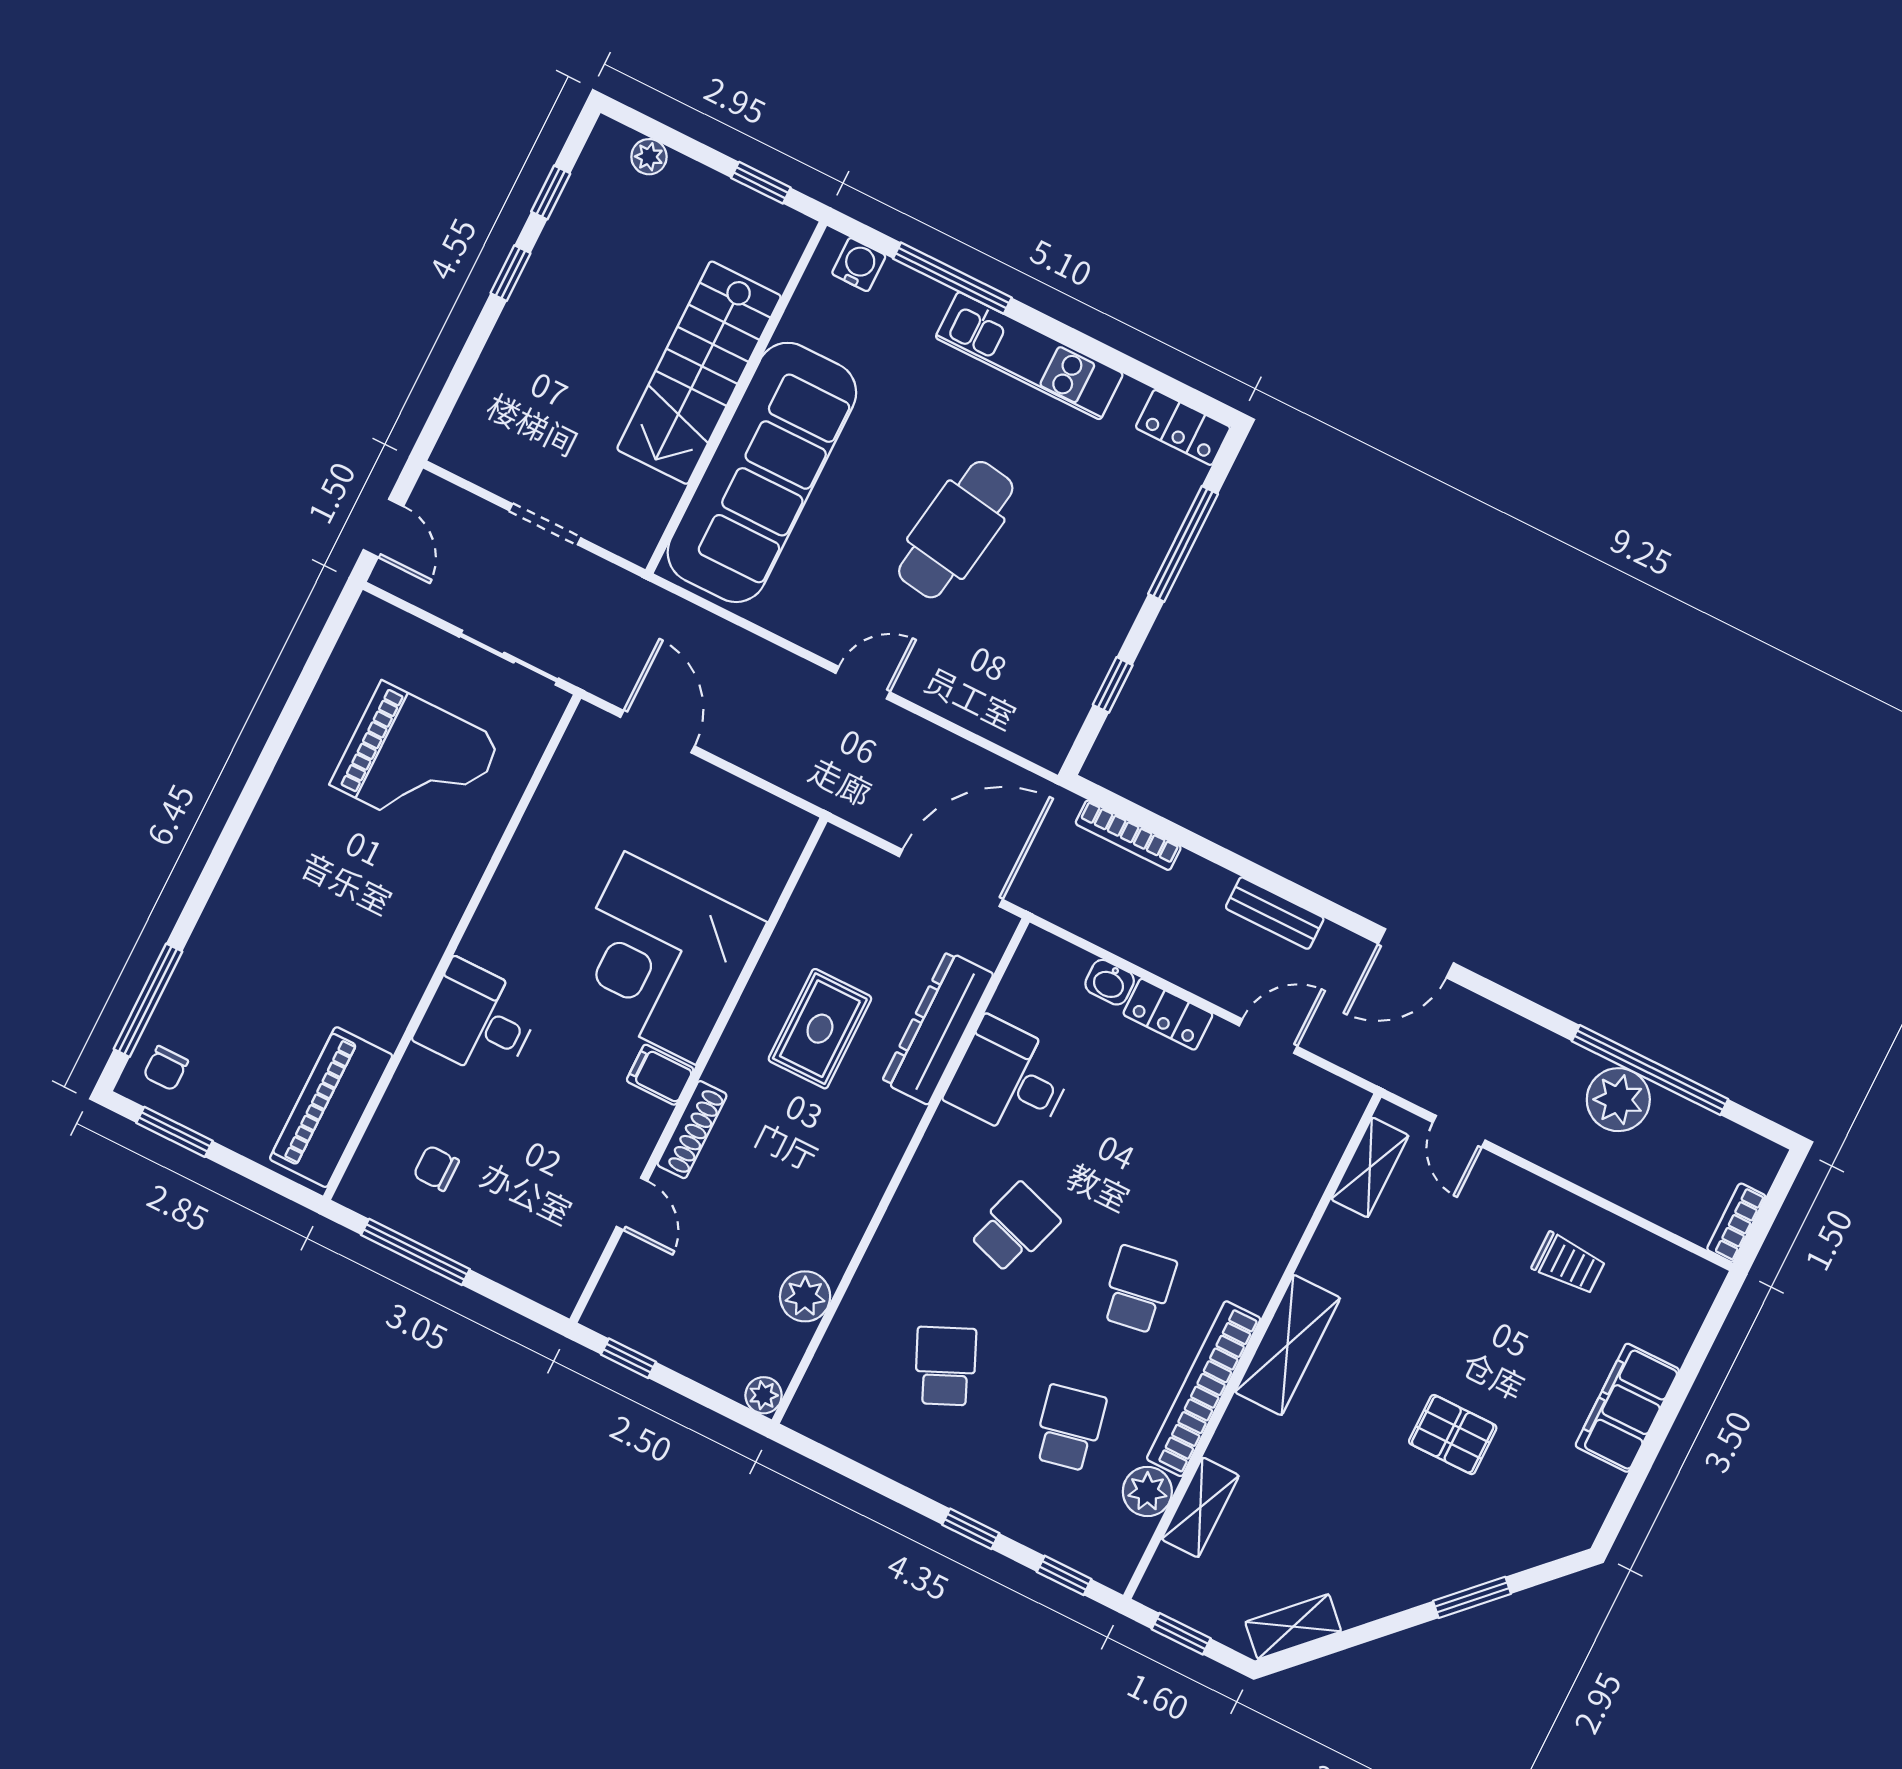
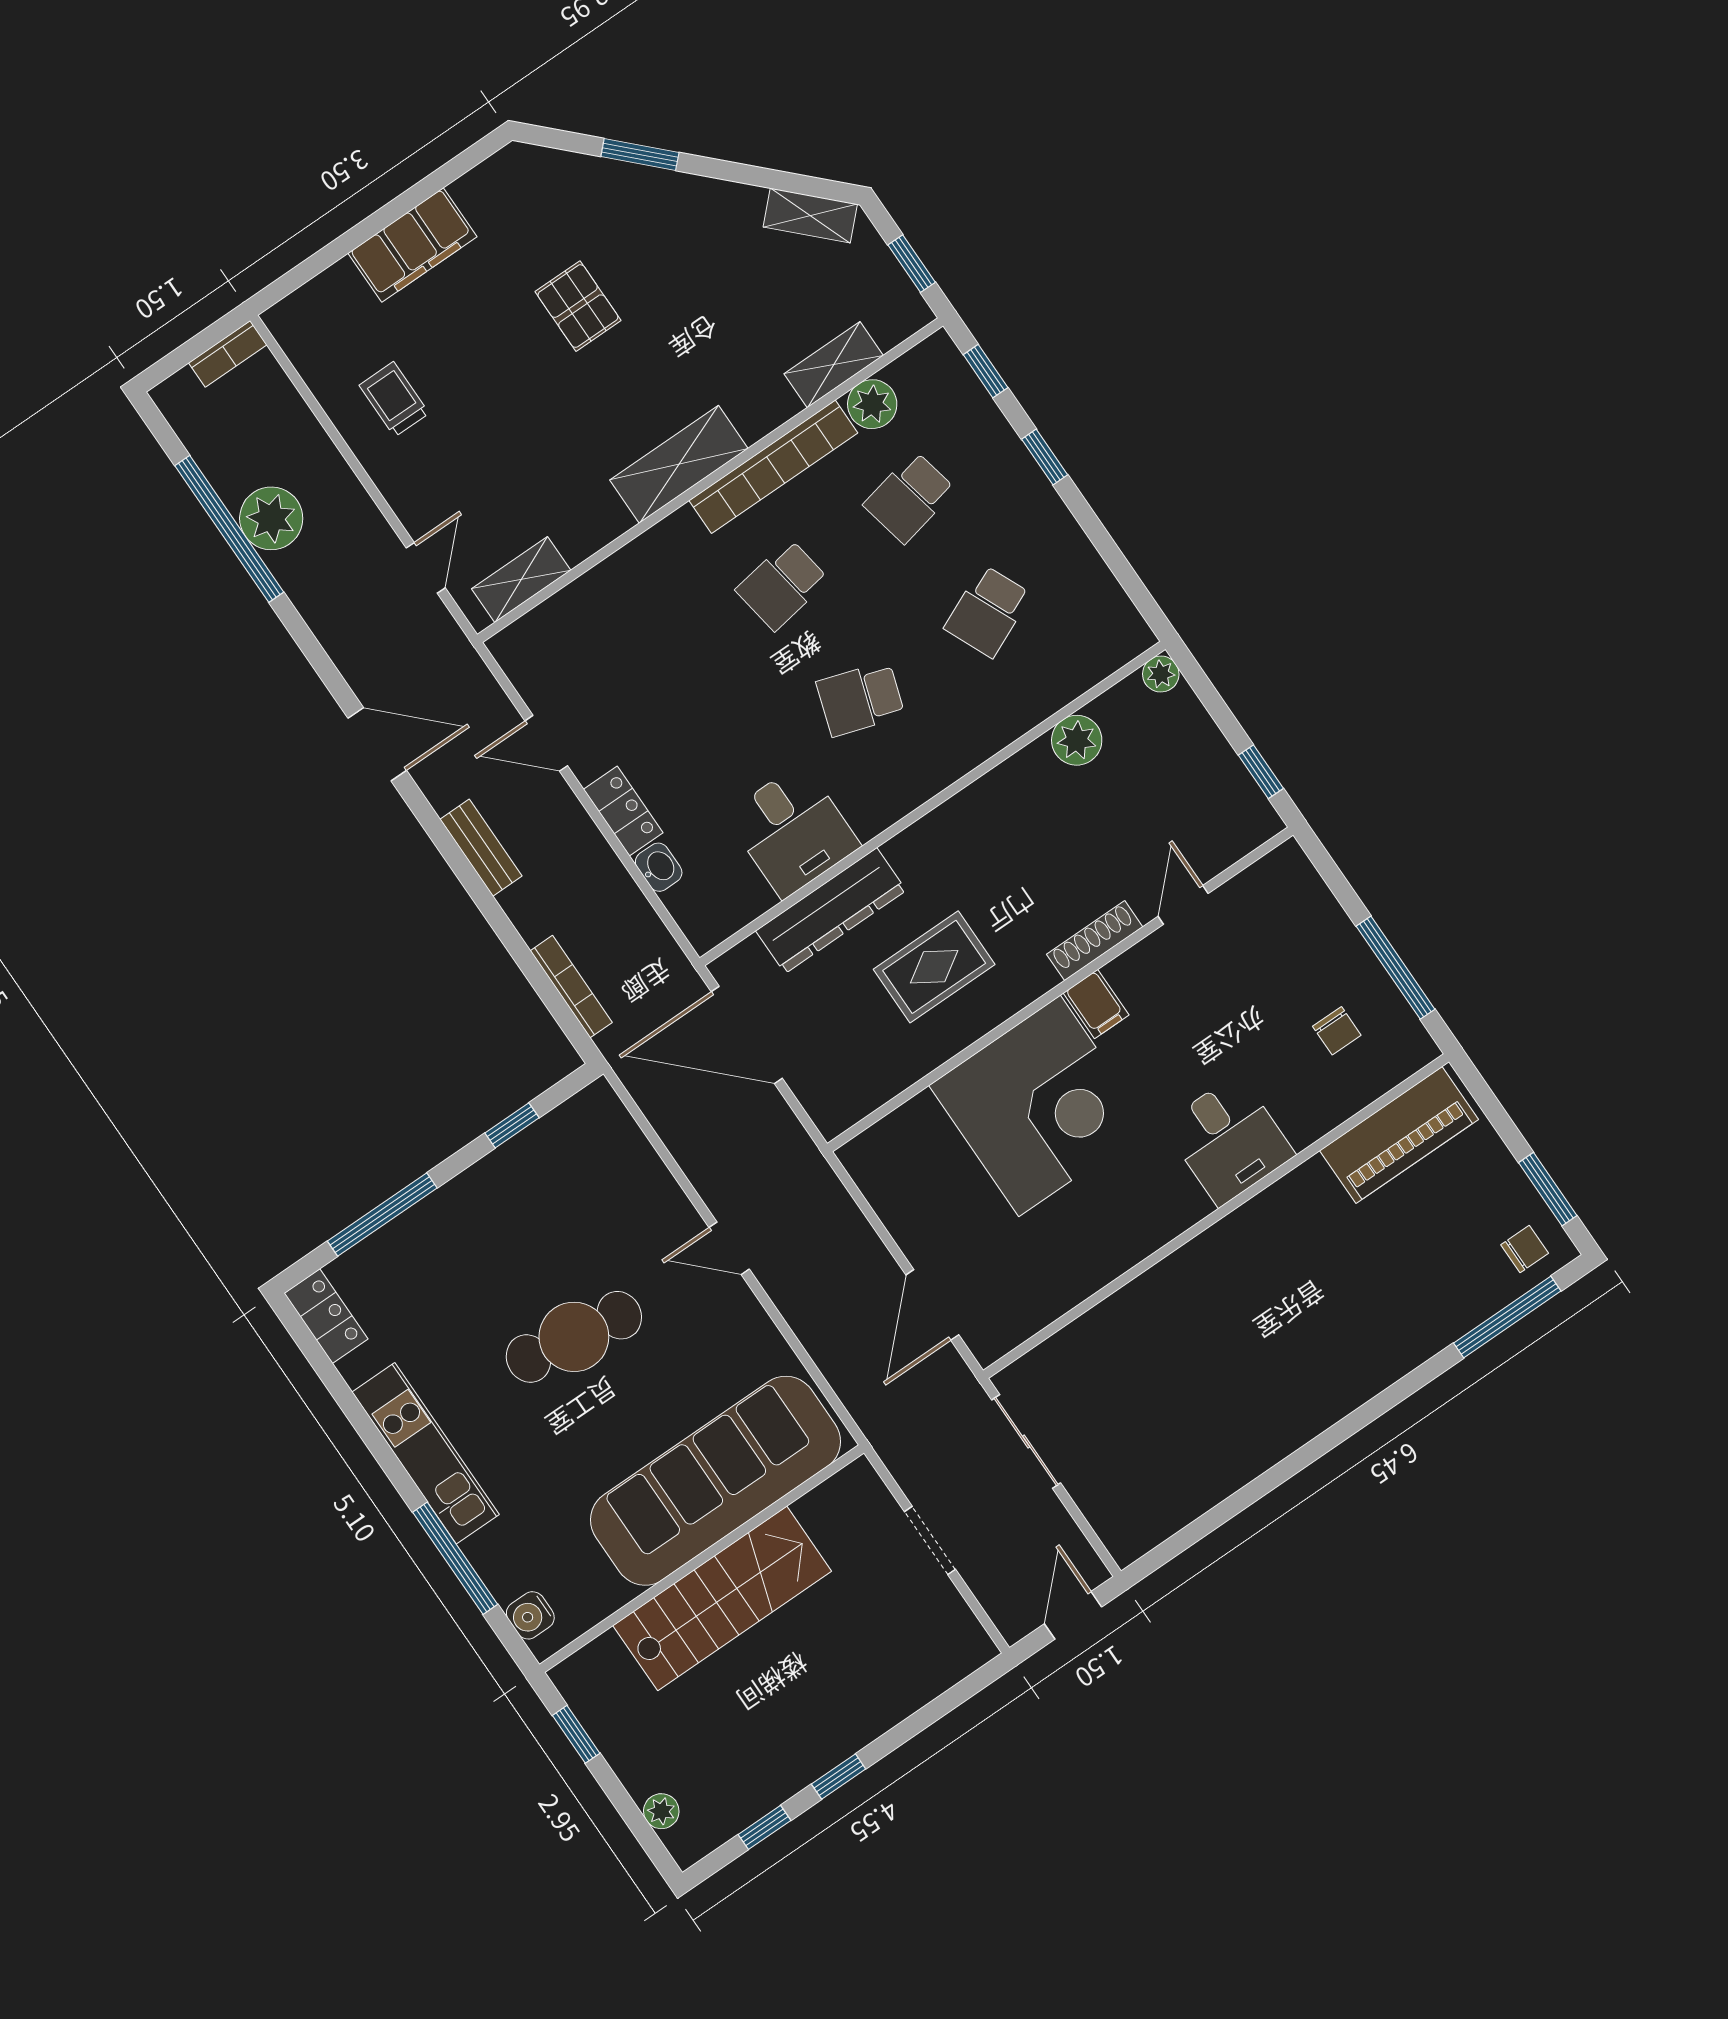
grand piano: (416, 762) -> (1158, 1395), removed

